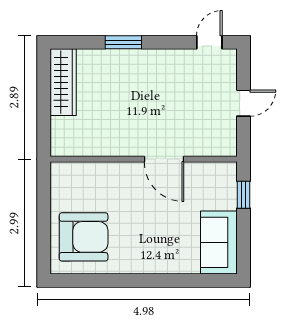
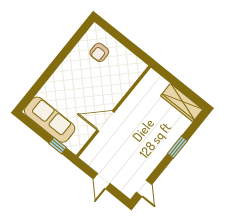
armchair: (84, 237) -> (99, 52), width x0.53, depth x0.53
sofa: (219, 242) -> (50, 120), width x1.36

